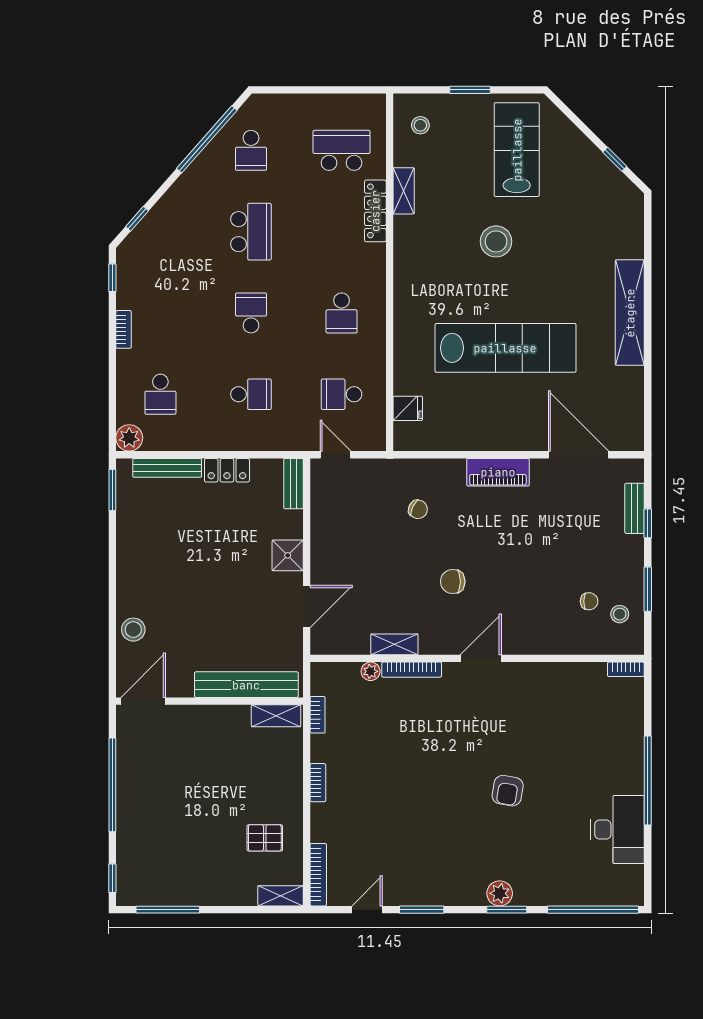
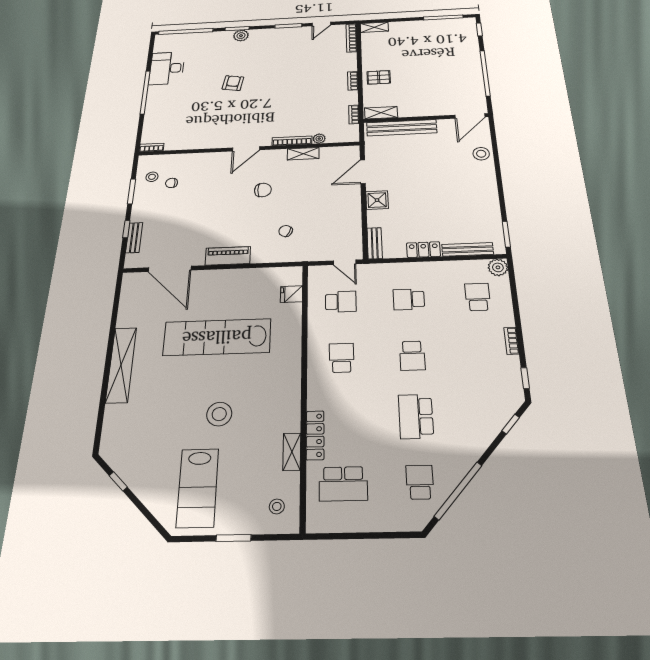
pallet: (265, 838) -> (379, 77), moved

